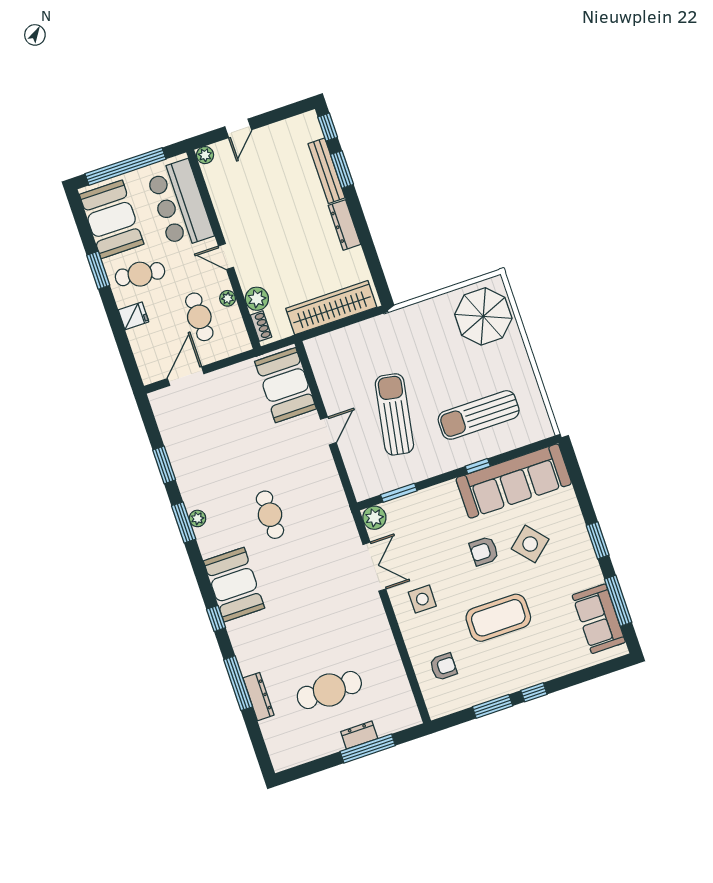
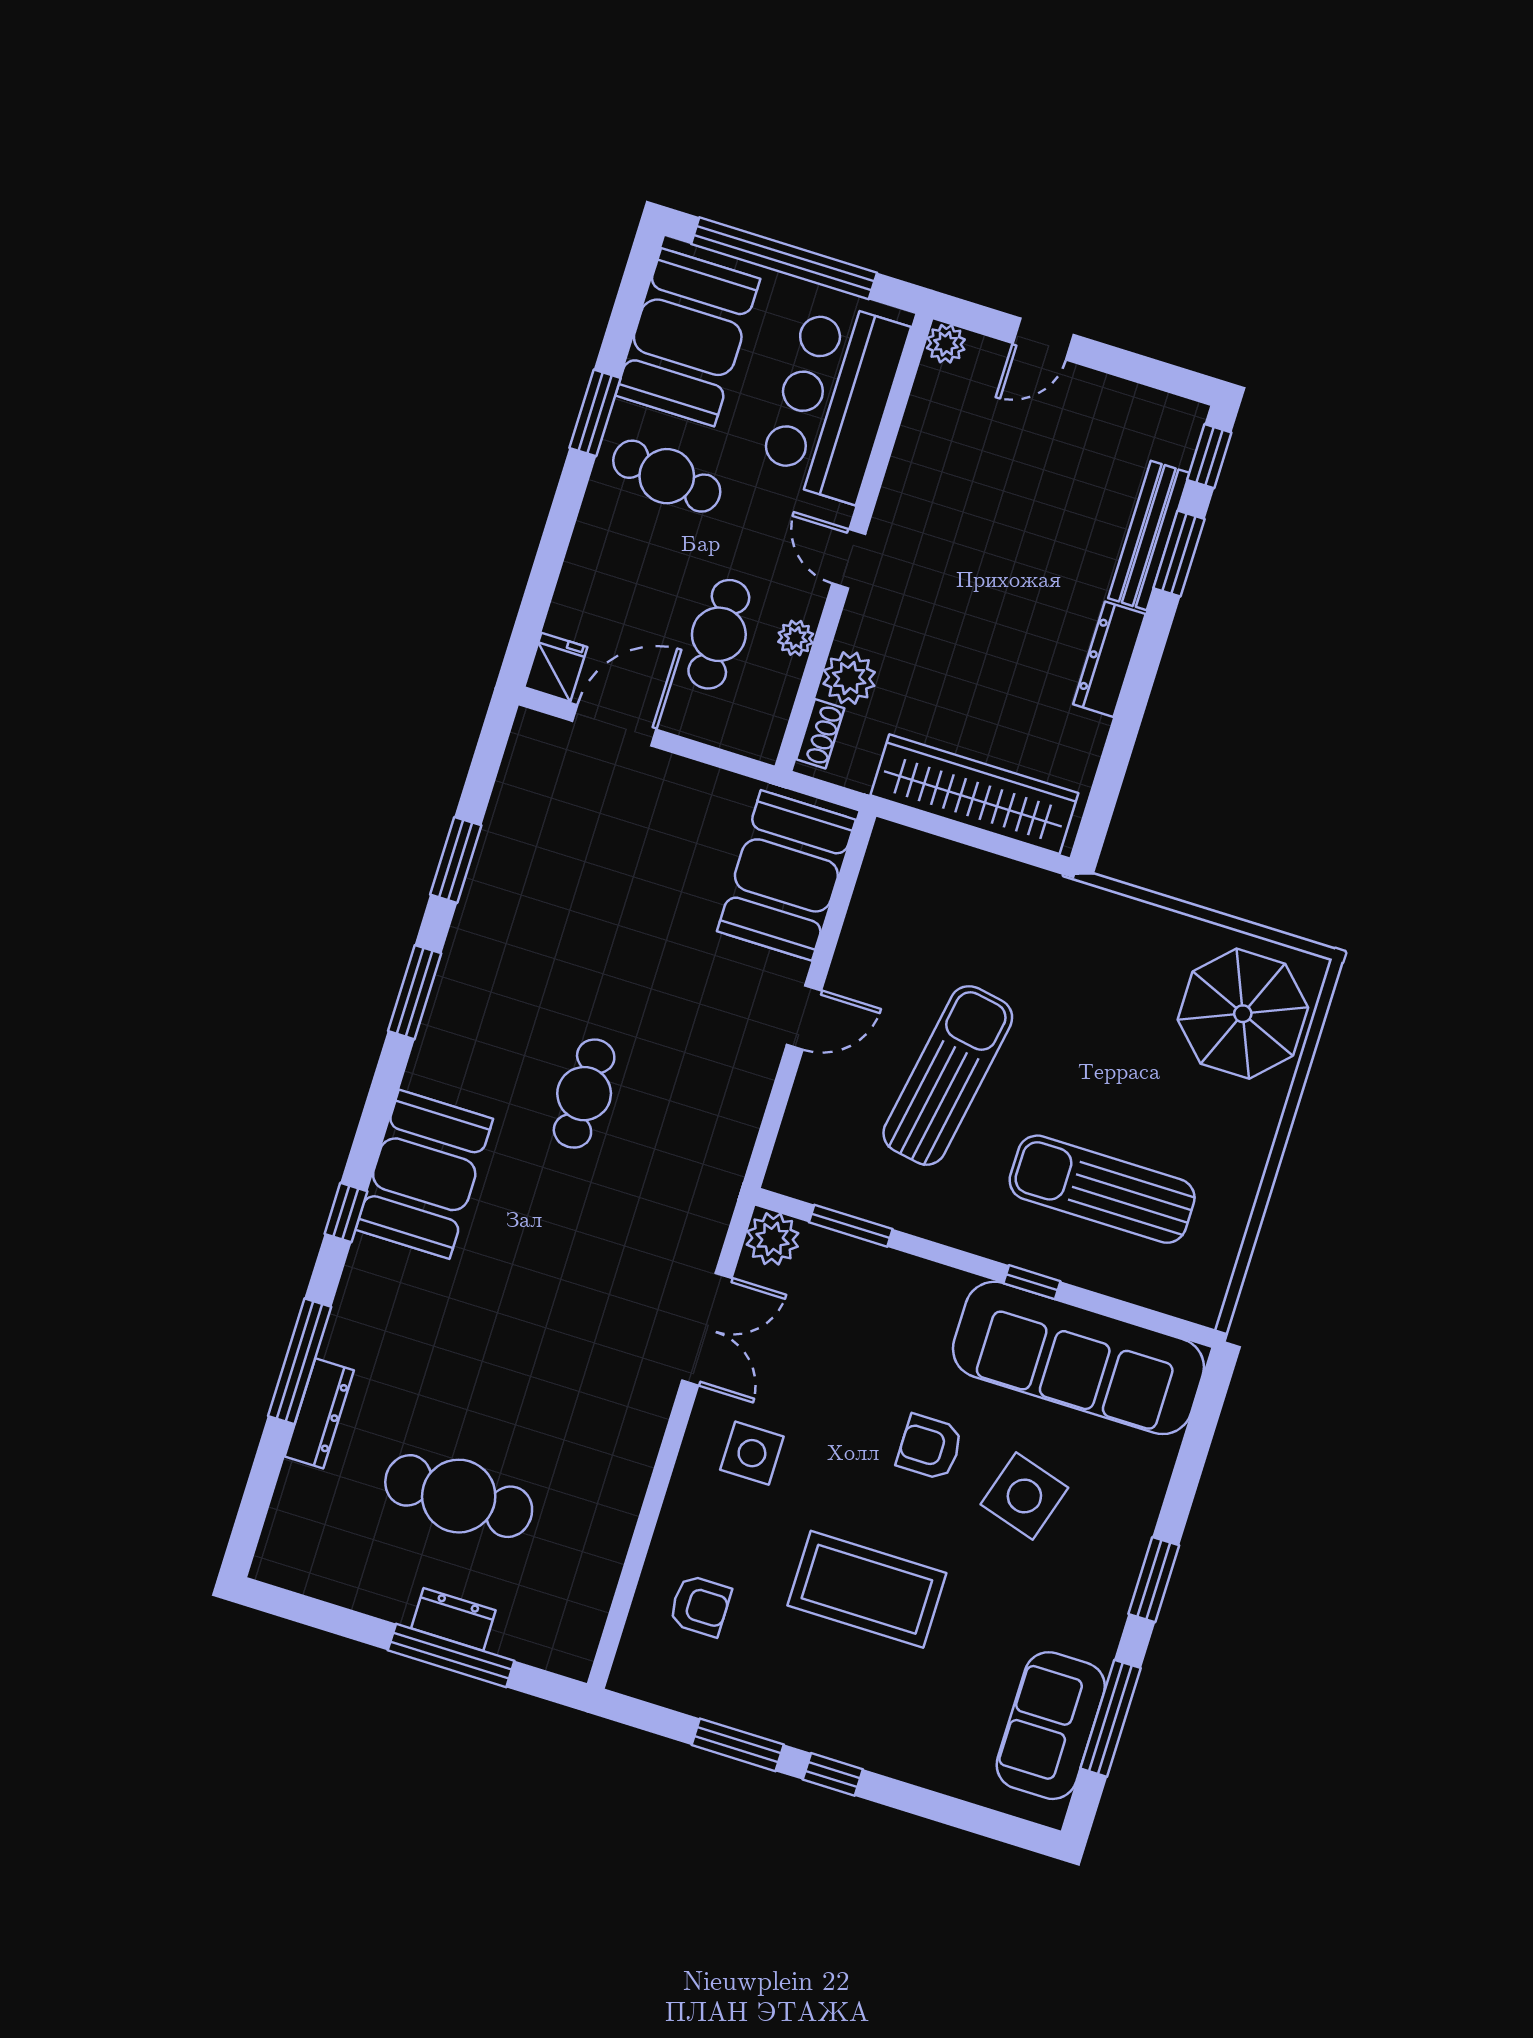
fridge: (134, 316) -> (556, 667), moved, turned -90
plant: (197, 518) -> (445, 1003), removed
side table: (530, 544) -> (1024, 1496), turned -32

